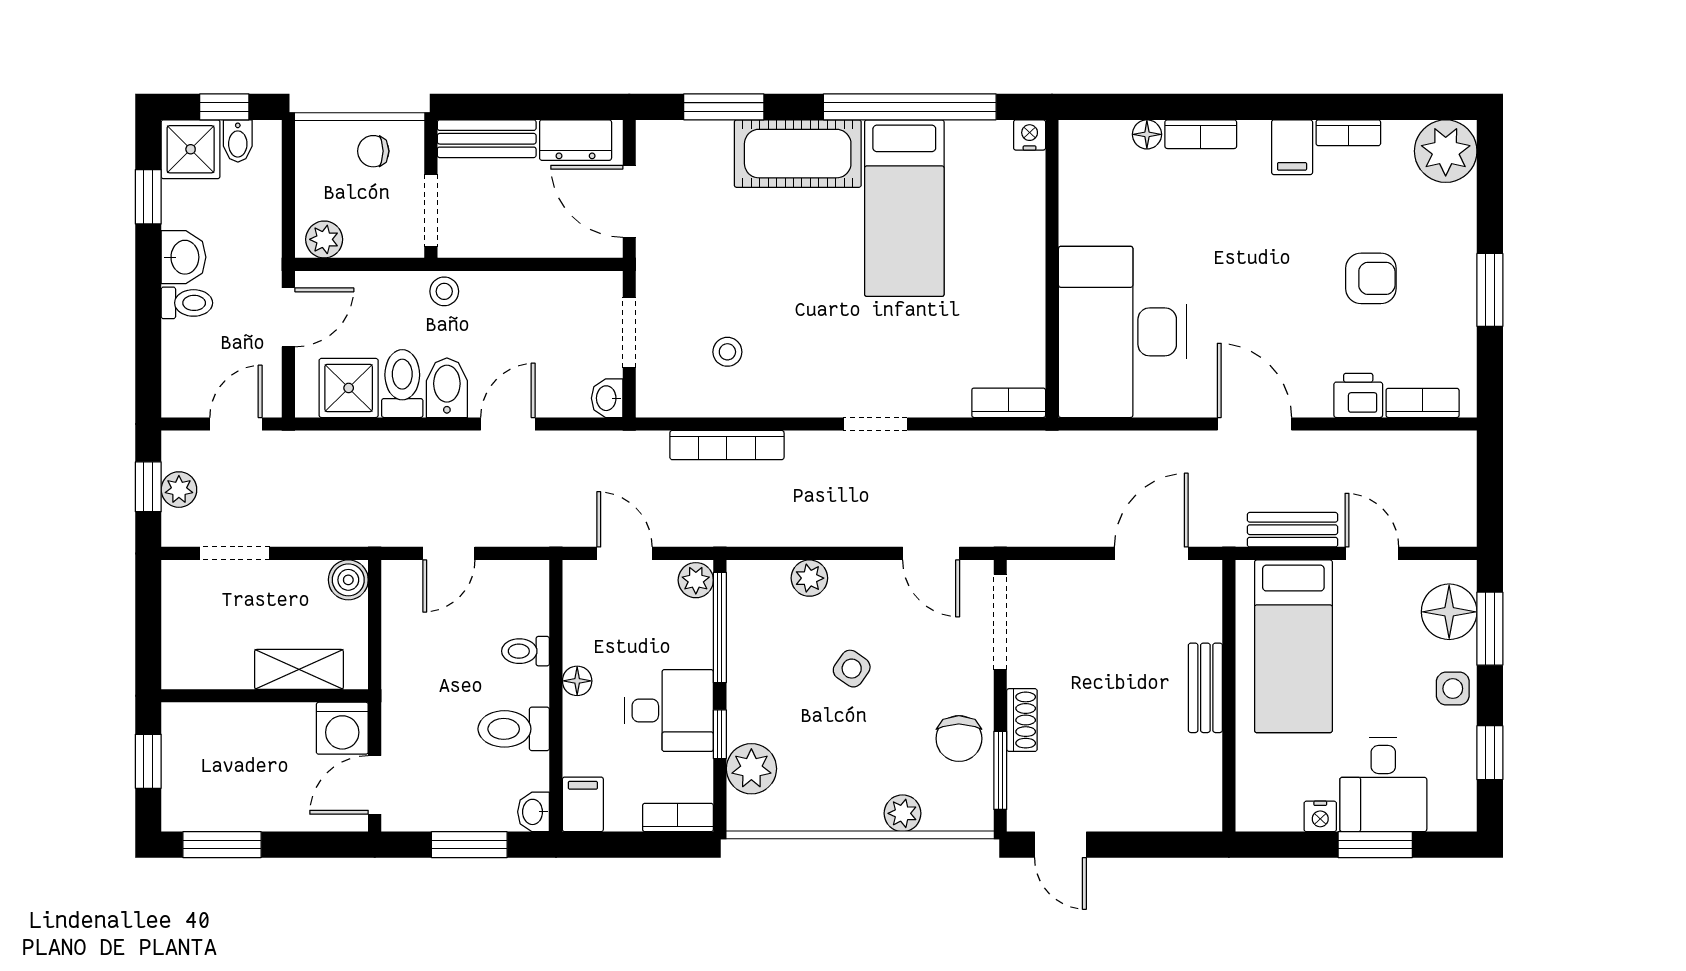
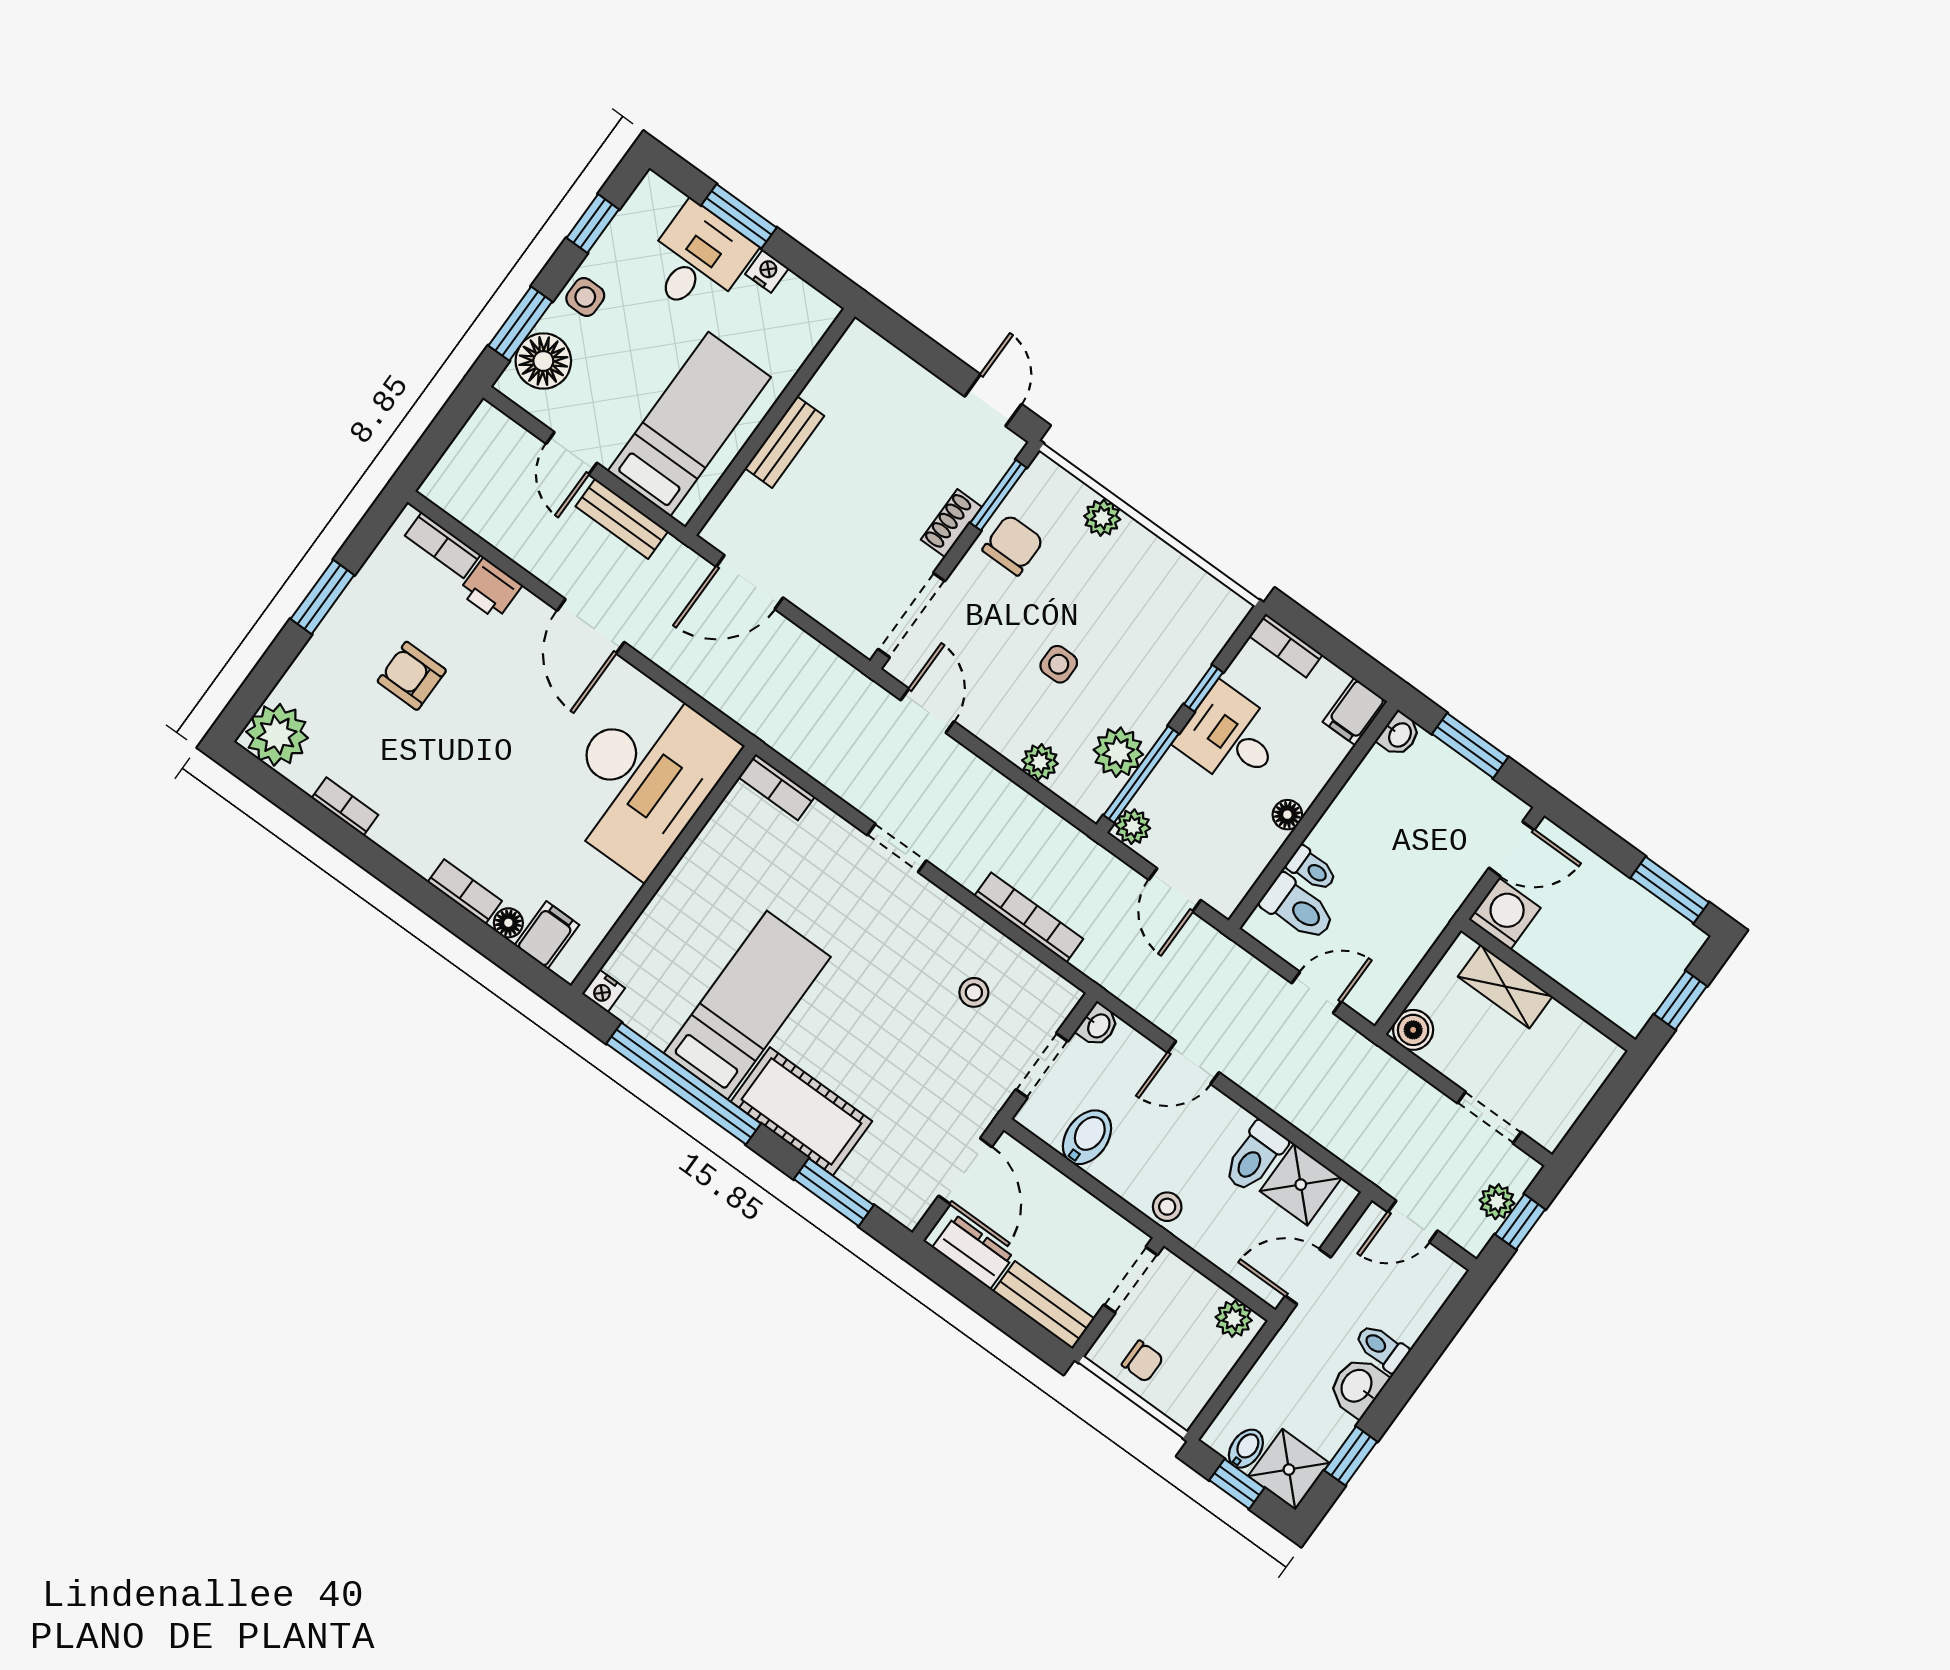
filing cabinet: (1292, 147) -> (547, 935), moved
bidet: (447, 388) -> (1087, 1137), moved, turned 180
side table: (852, 669) -> (1059, 664), turned -35
toilet: (514, 729) -> (1298, 908), moved
plant: (751, 769) -> (1118, 752), moved

